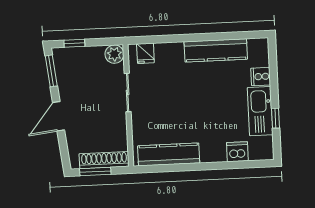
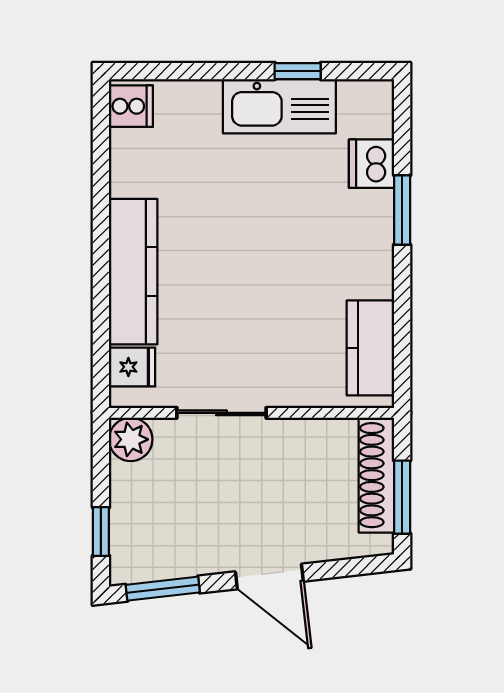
kitchen counter: (216, 50) -> (133, 272), moved
cooker: (261, 77) -> (131, 106), moved, turned -90
kitchen counter: (169, 154) -> (370, 348), width x0.67
window: (218, 166) -> (402, 210), added

